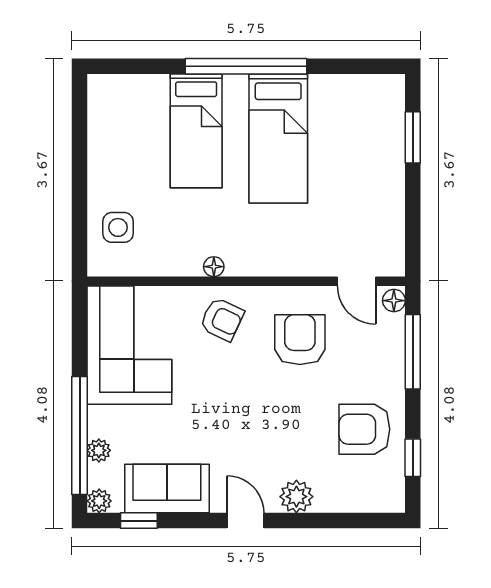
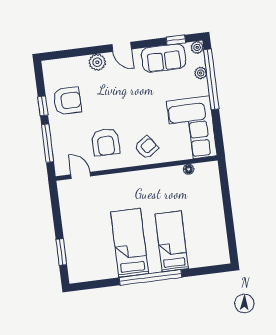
side table: (118, 227) -> (205, 187), removed
floor lamp: (214, 267) -> (189, 169), moved
floor lamp: (394, 301) -> (60, 168), removed
armchair: (222, 319) -> (147, 147), turned 119
window: (413, 458) -> (43, 106), moved

